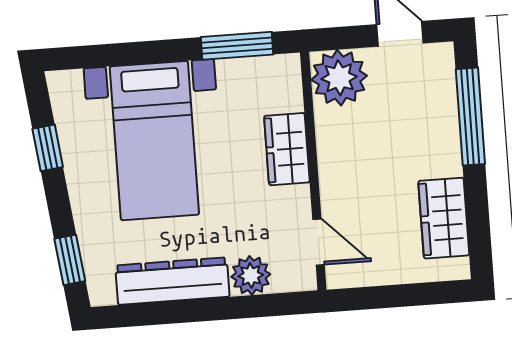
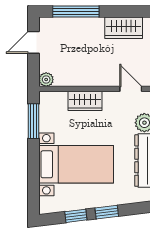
plant: (339, 78) -> (46, 80), width x0.53, depth x0.53
door: (319, 242) -> (131, 89), hinge flipped
window: (70, 260) -> (107, 212), moved

